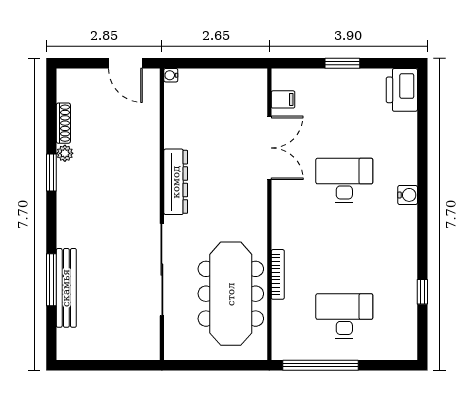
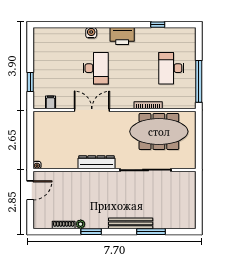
window: (342, 63) -> (30, 82), moved
printer: (402, 90) -> (122, 36), moved
double door: (269, 148) -> (92, 110), moved
desk: (344, 180) -> (96, 68), turned 180
water cooler: (408, 195) -> (91, 33), moved
bench: (66, 288) -> (131, 223), moved

